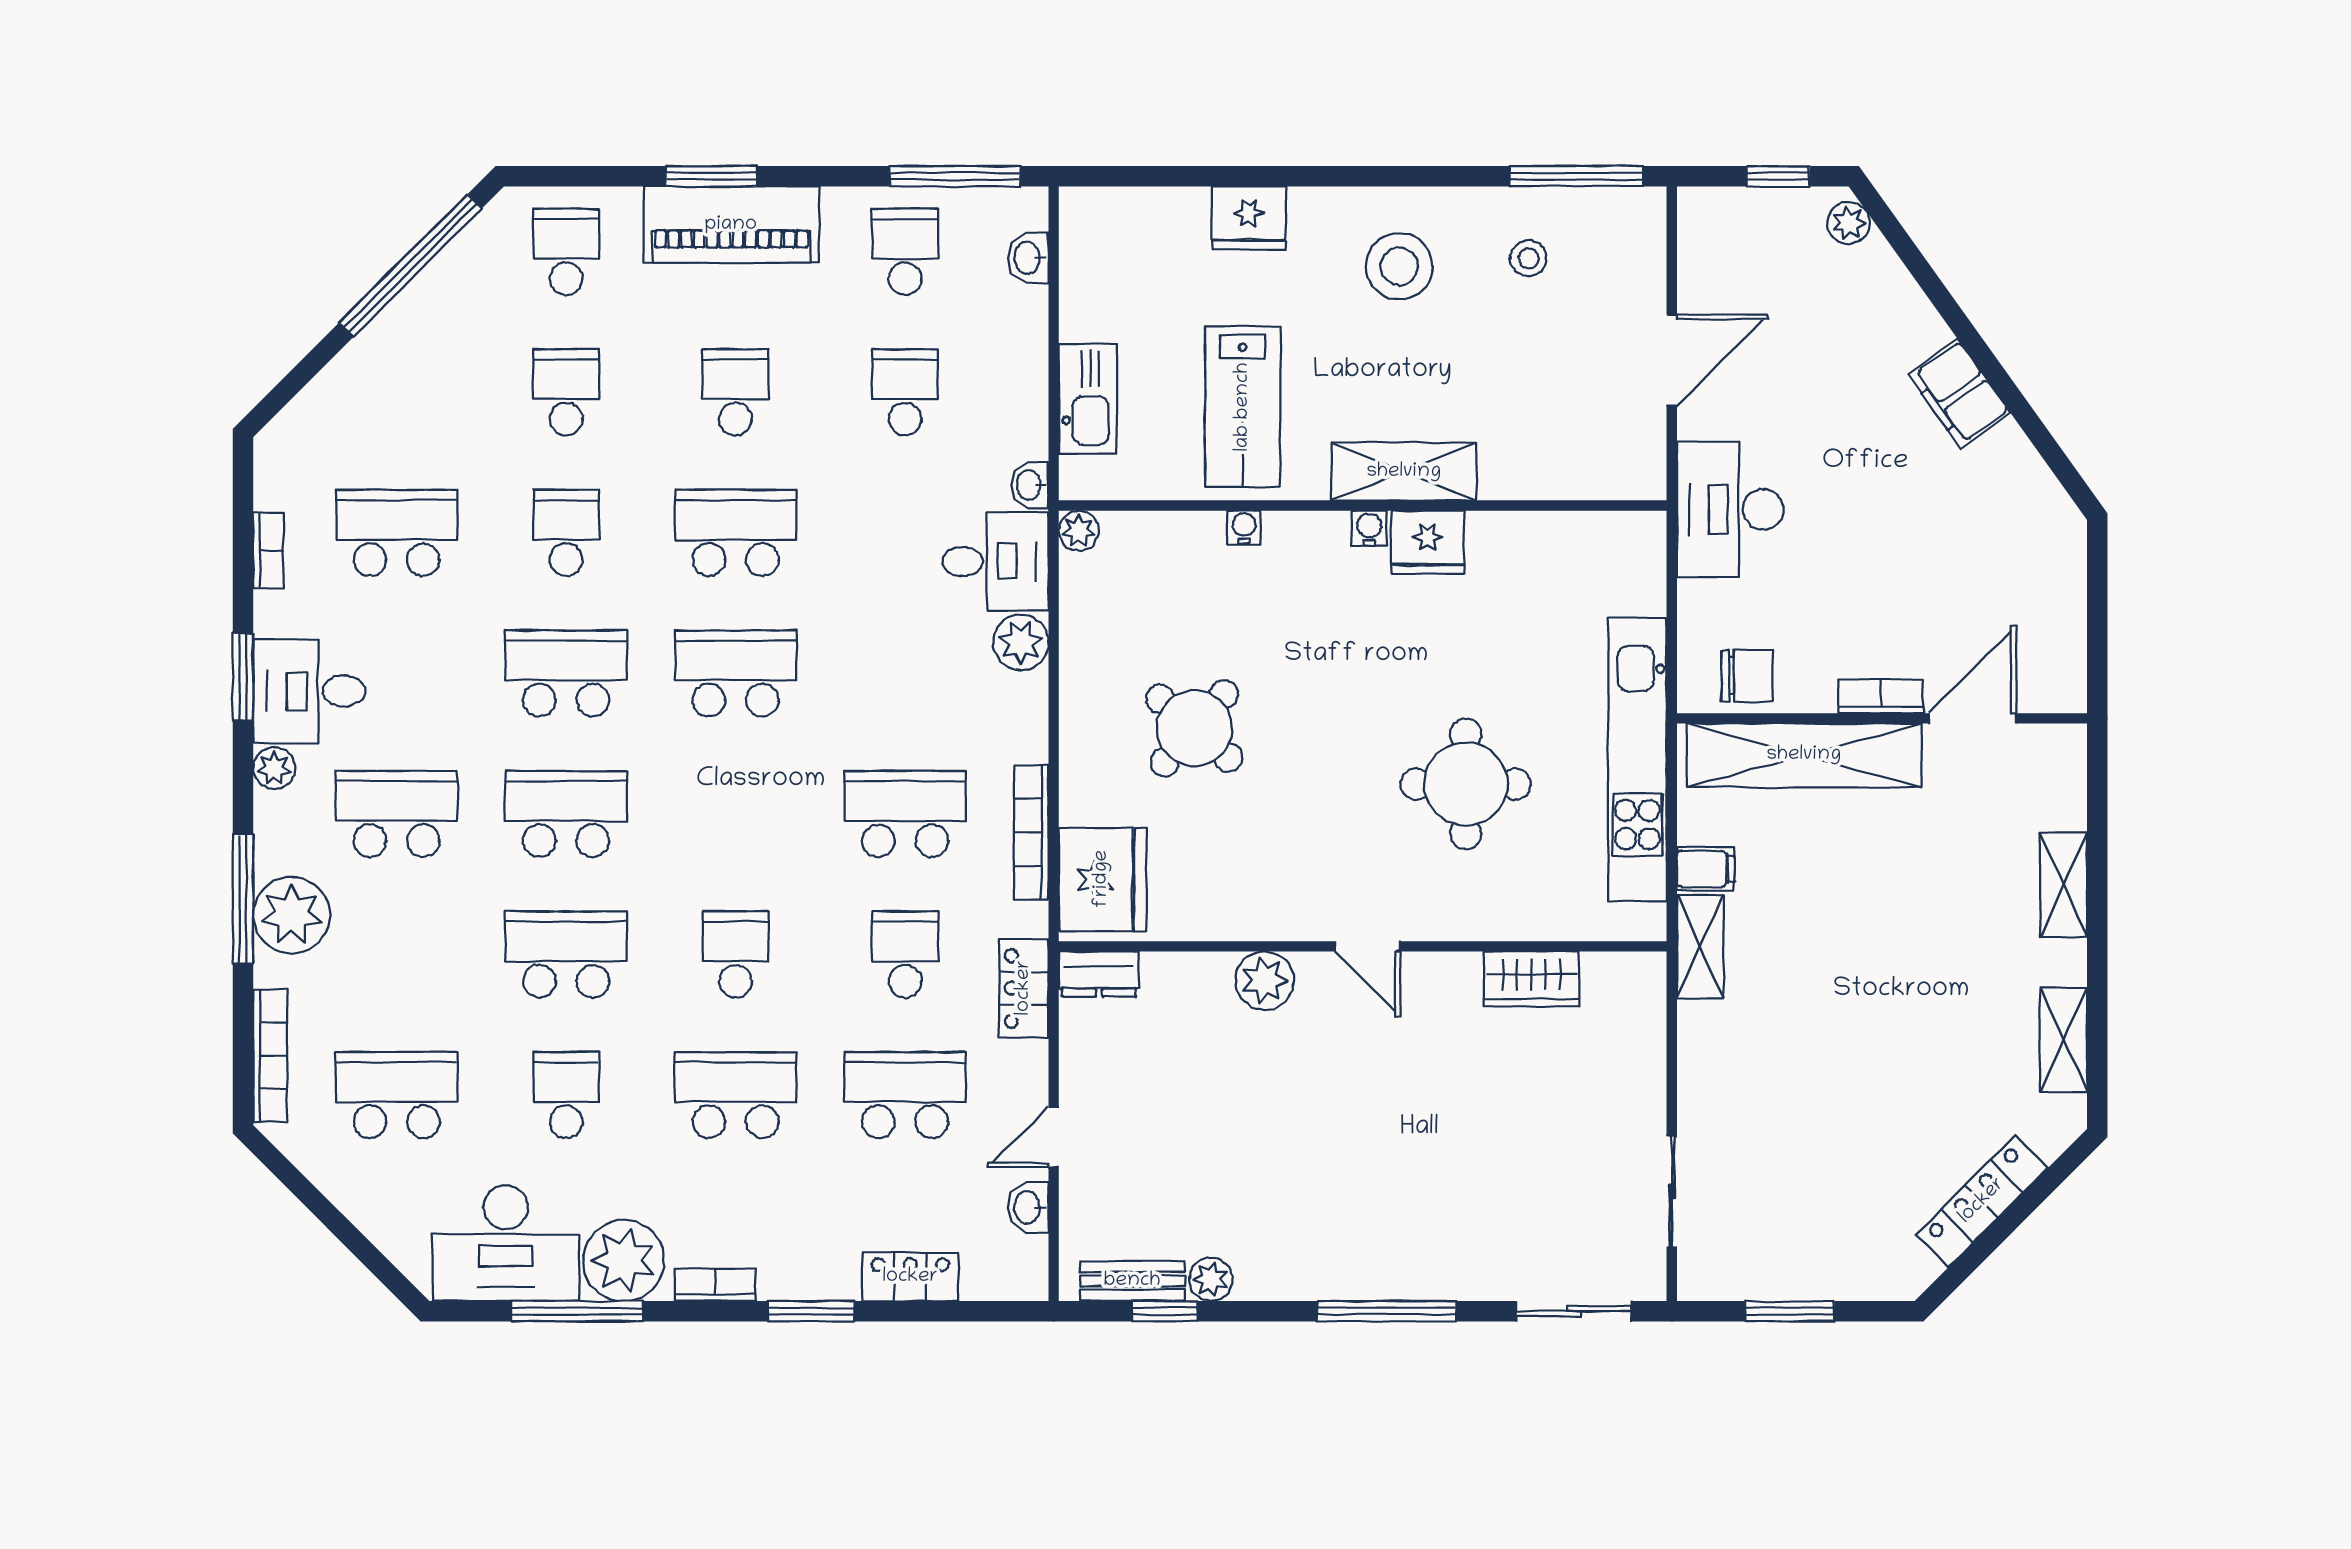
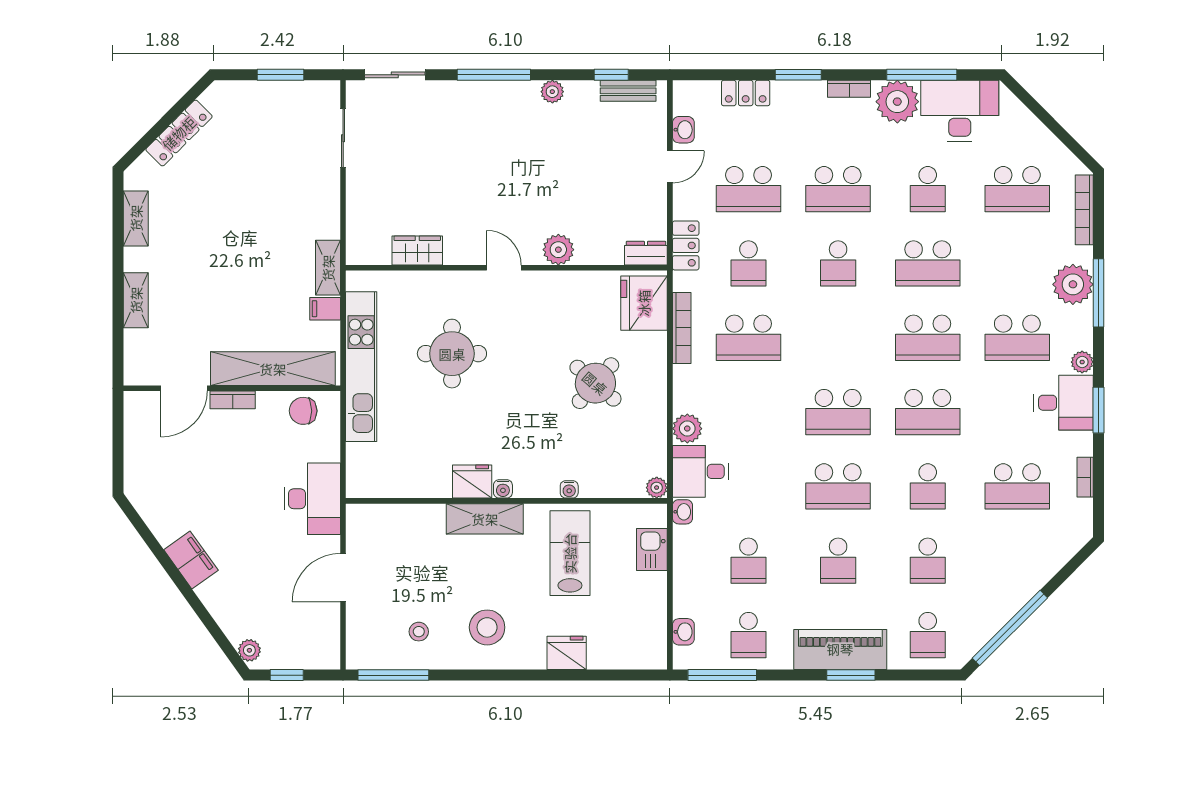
kitchen sink: (1088, 398) -> (652, 550), width x0.73
plant: (1211, 1279) -> (552, 92), moved

